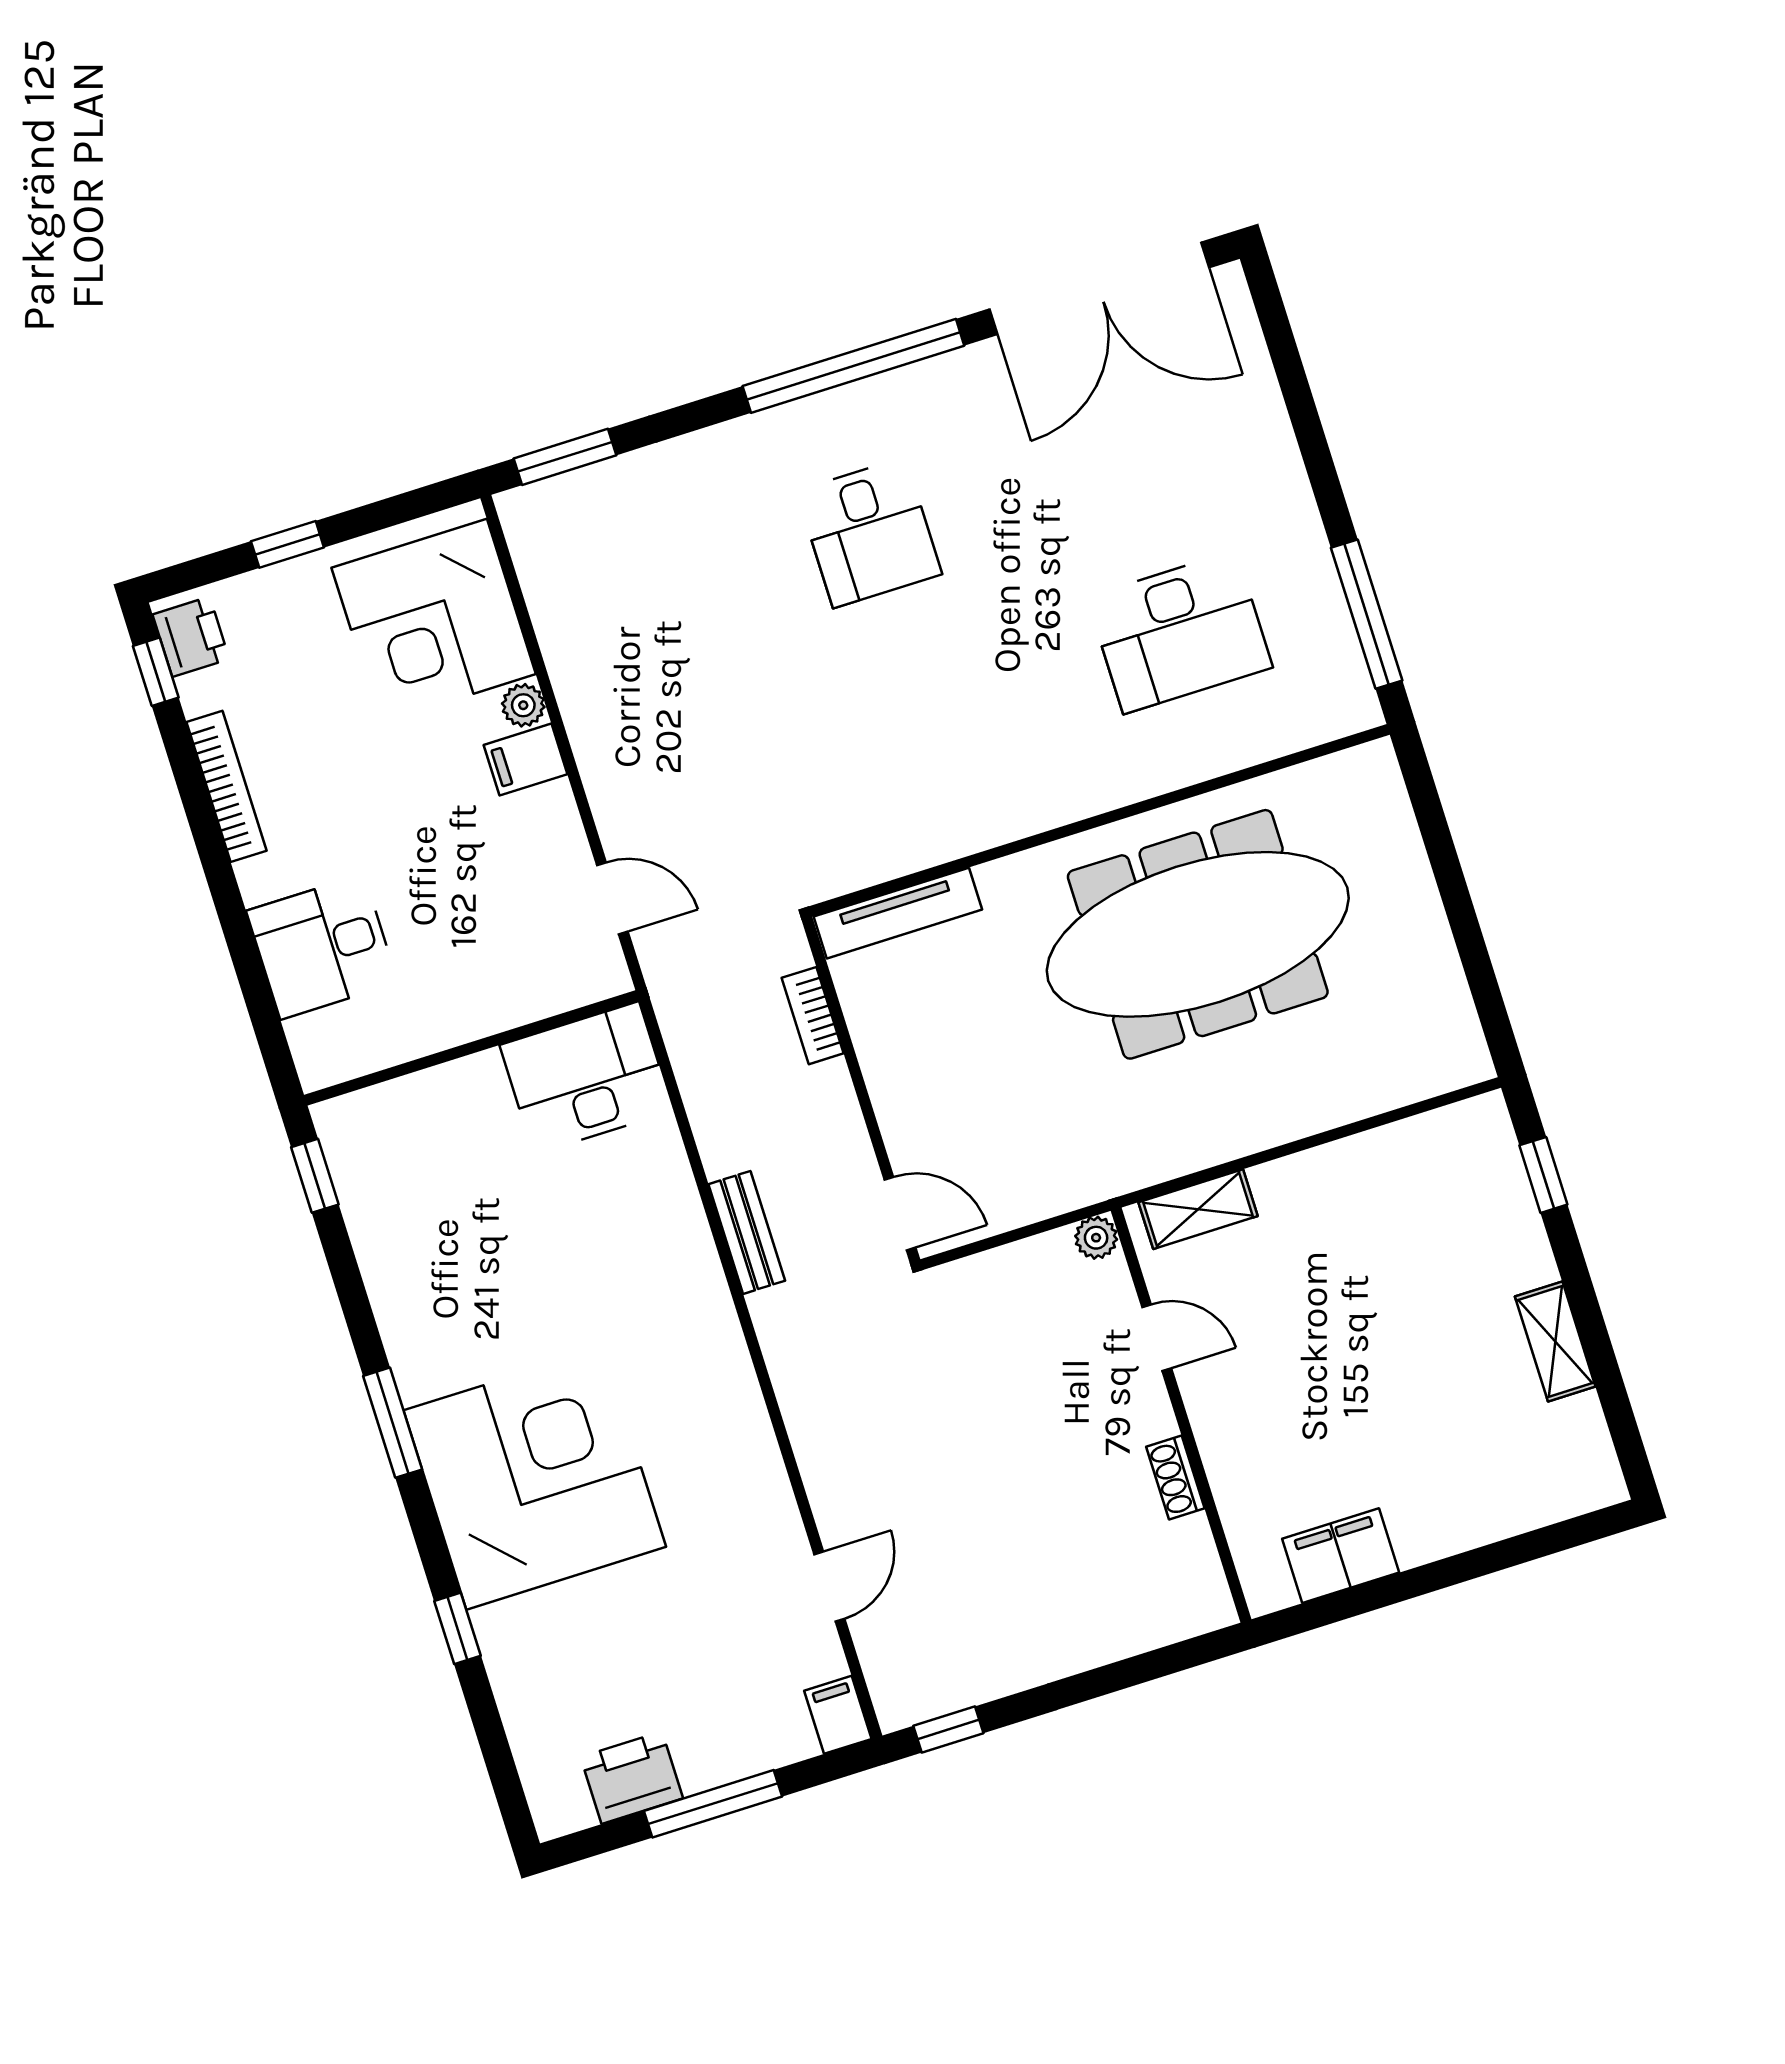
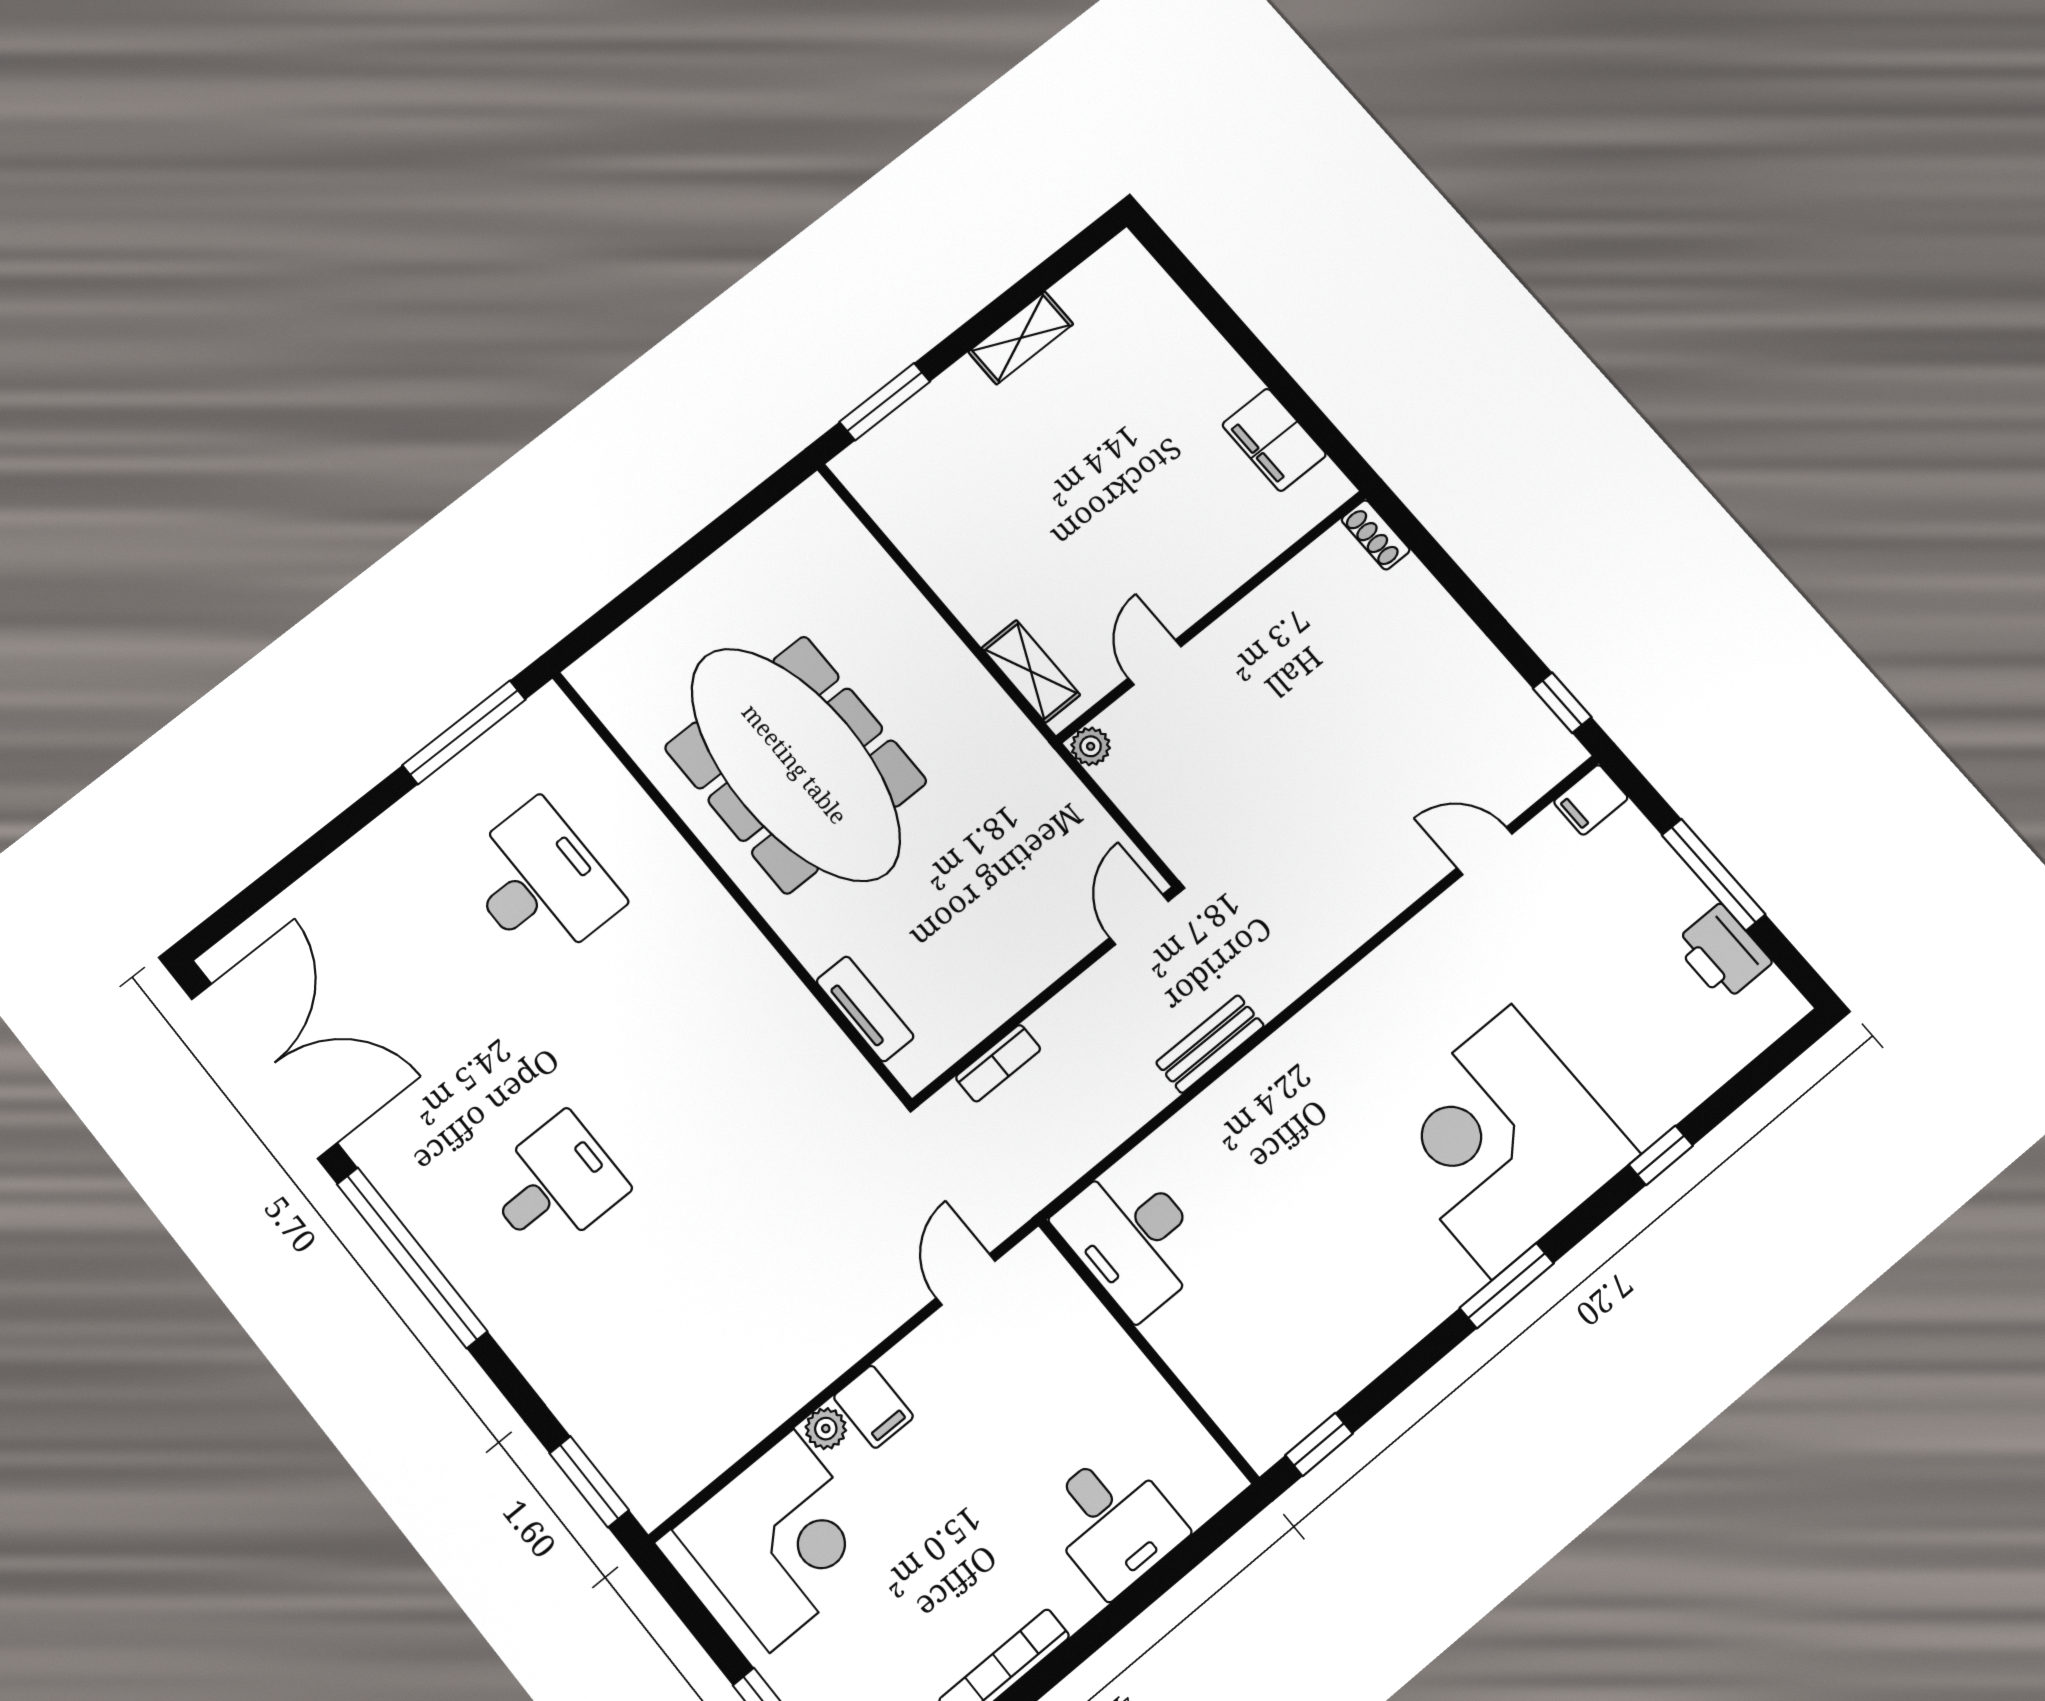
tv unit: (898, 913) -> (865, 1009), width x0.71
window: (1543, 1175) -> (885, 402), width x1.50
shoe rack: (1175, 1478) -> (1376, 535), moved, turned 90

